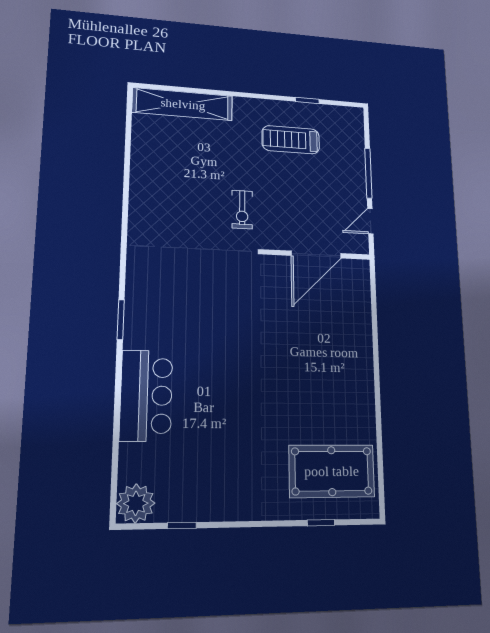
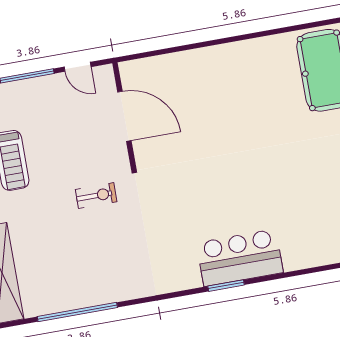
window: (127, 164) -> (77, 312), added
bar counter: (146, 395) -> (240, 258), moved

